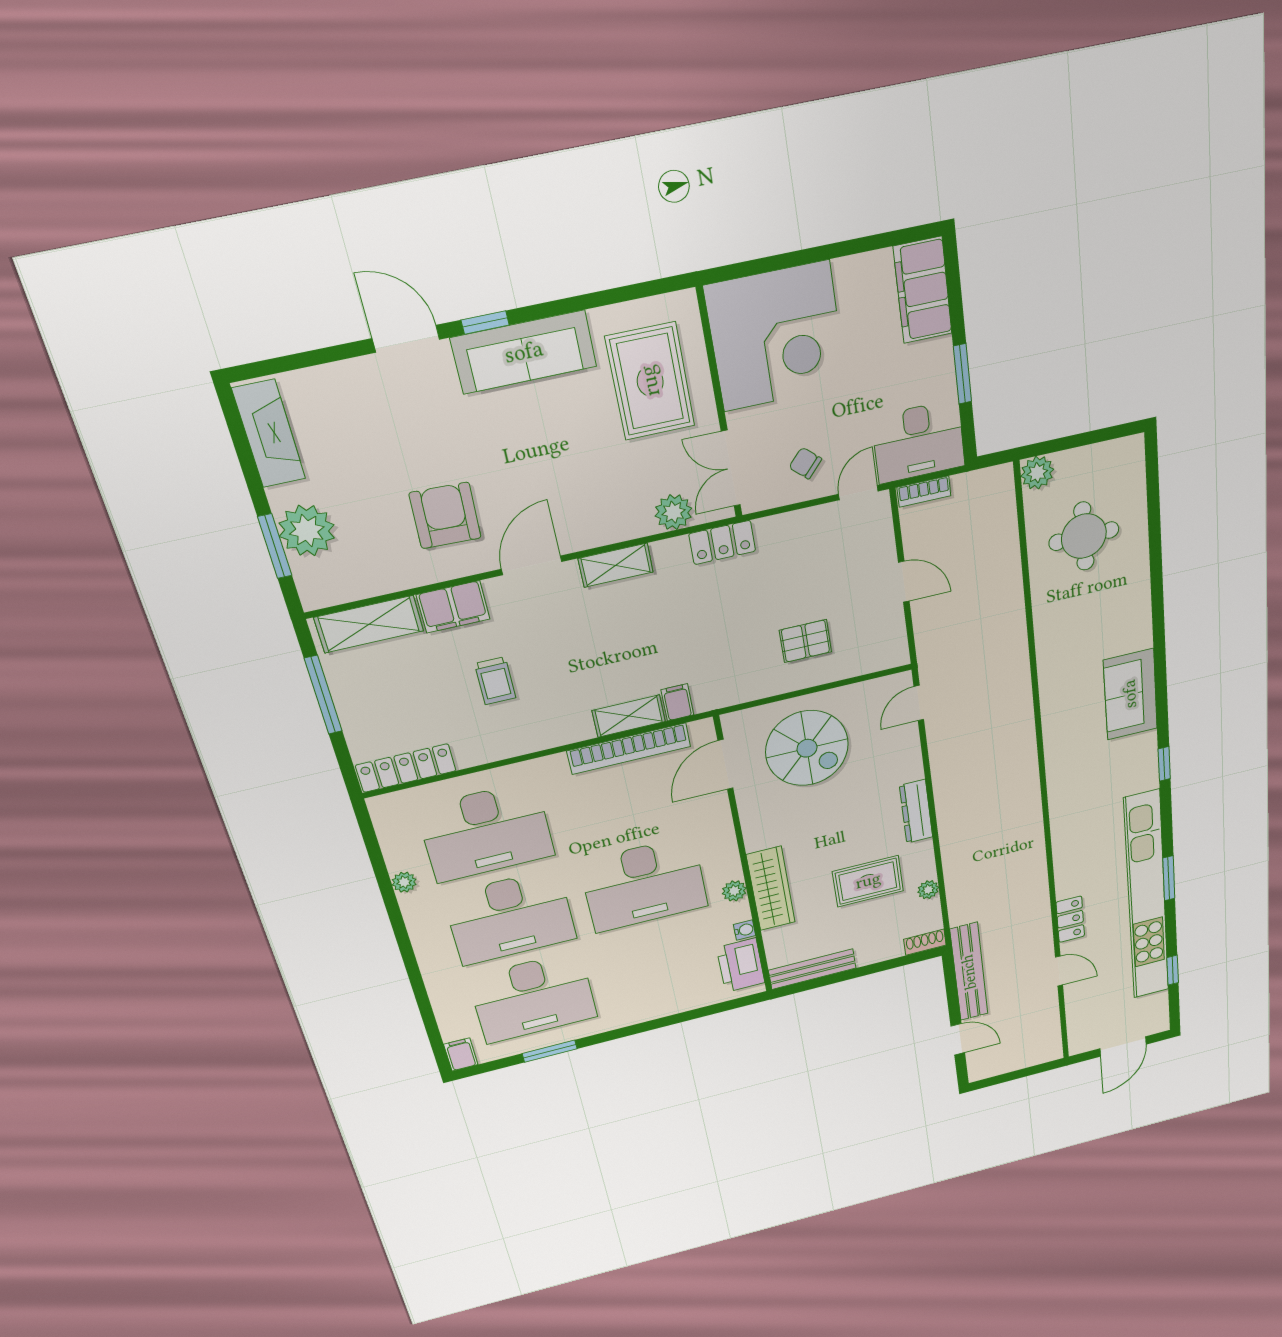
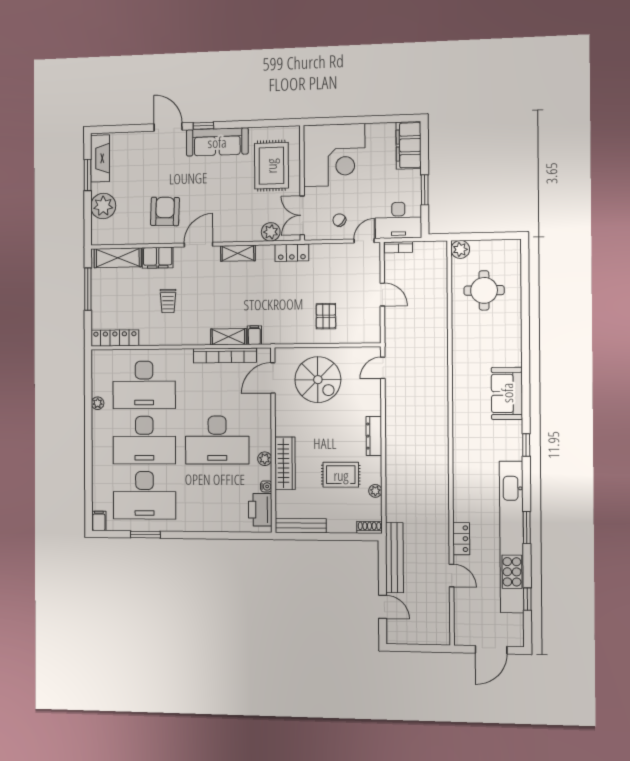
window: (275, 546) -> (88, 175), moved
pallet: (805, 641) -> (326, 316), turned 90

